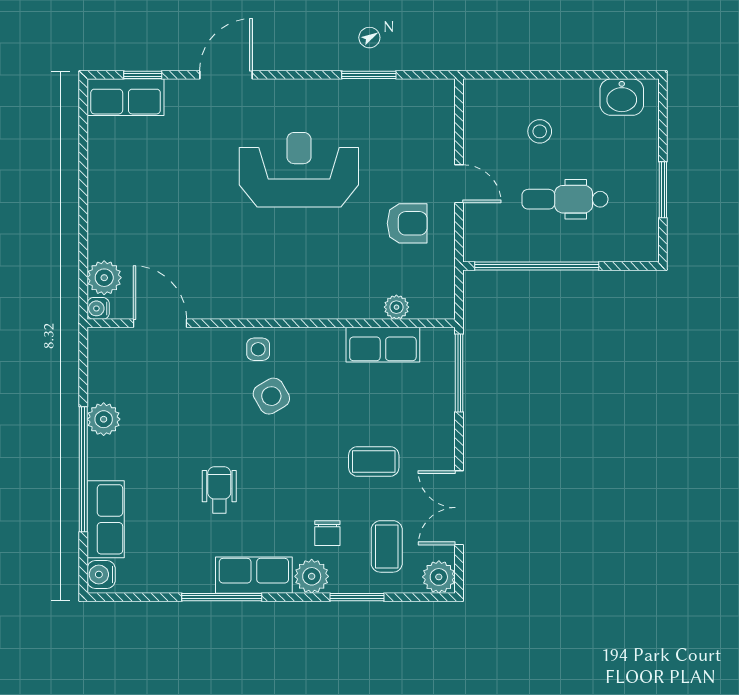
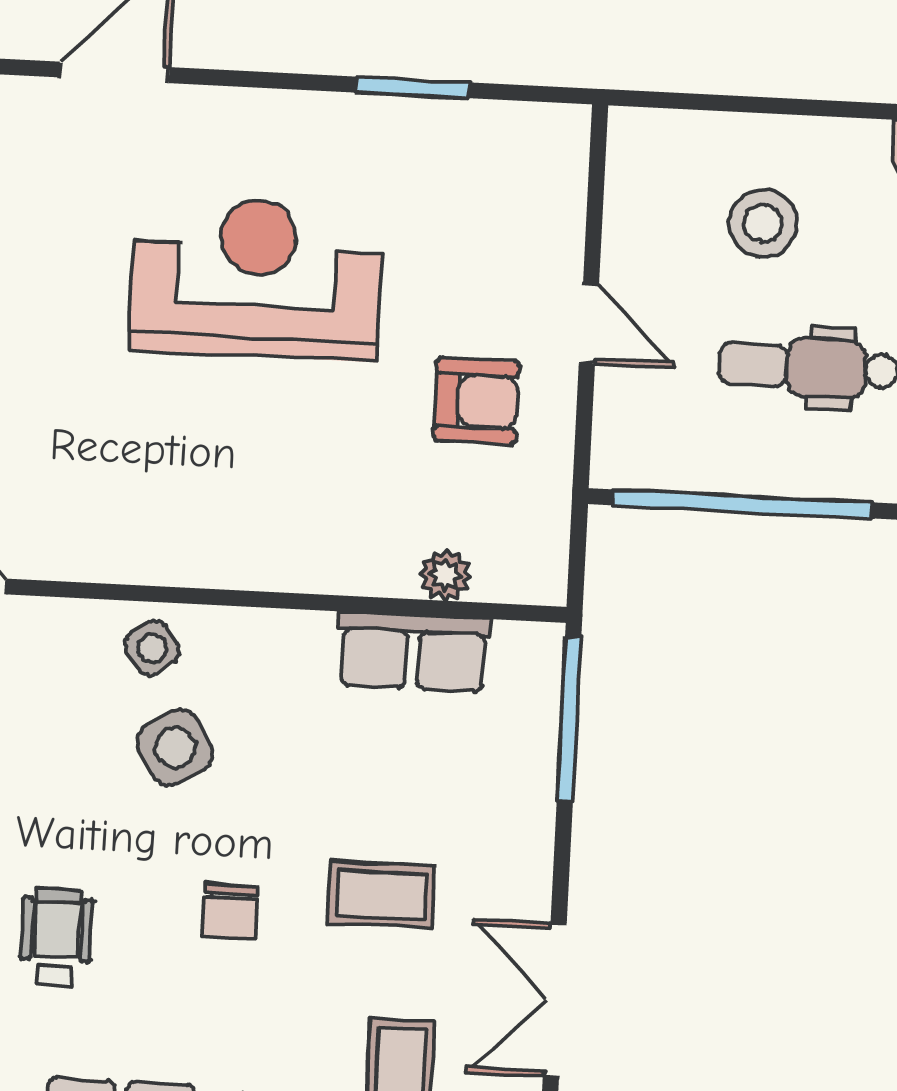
stool: (540, 131) -> (763, 223), width x1.37, depth x1.37
side table: (258, 349) -> (152, 648), turned -34
chair: (327, 533) -> (230, 912), moved

